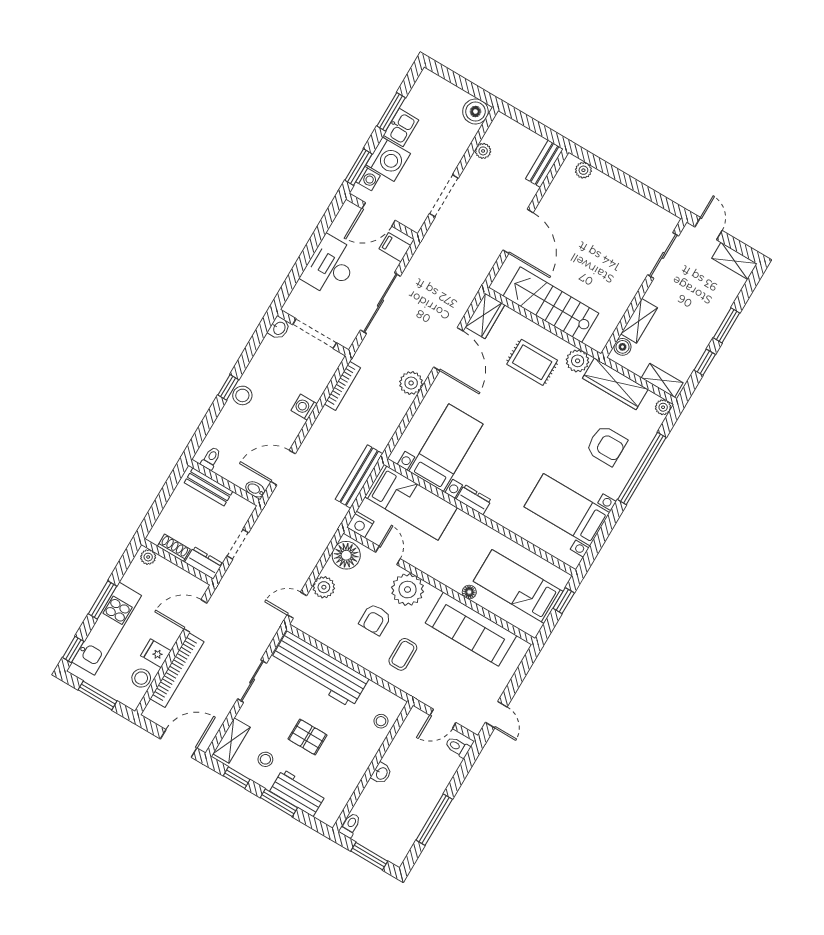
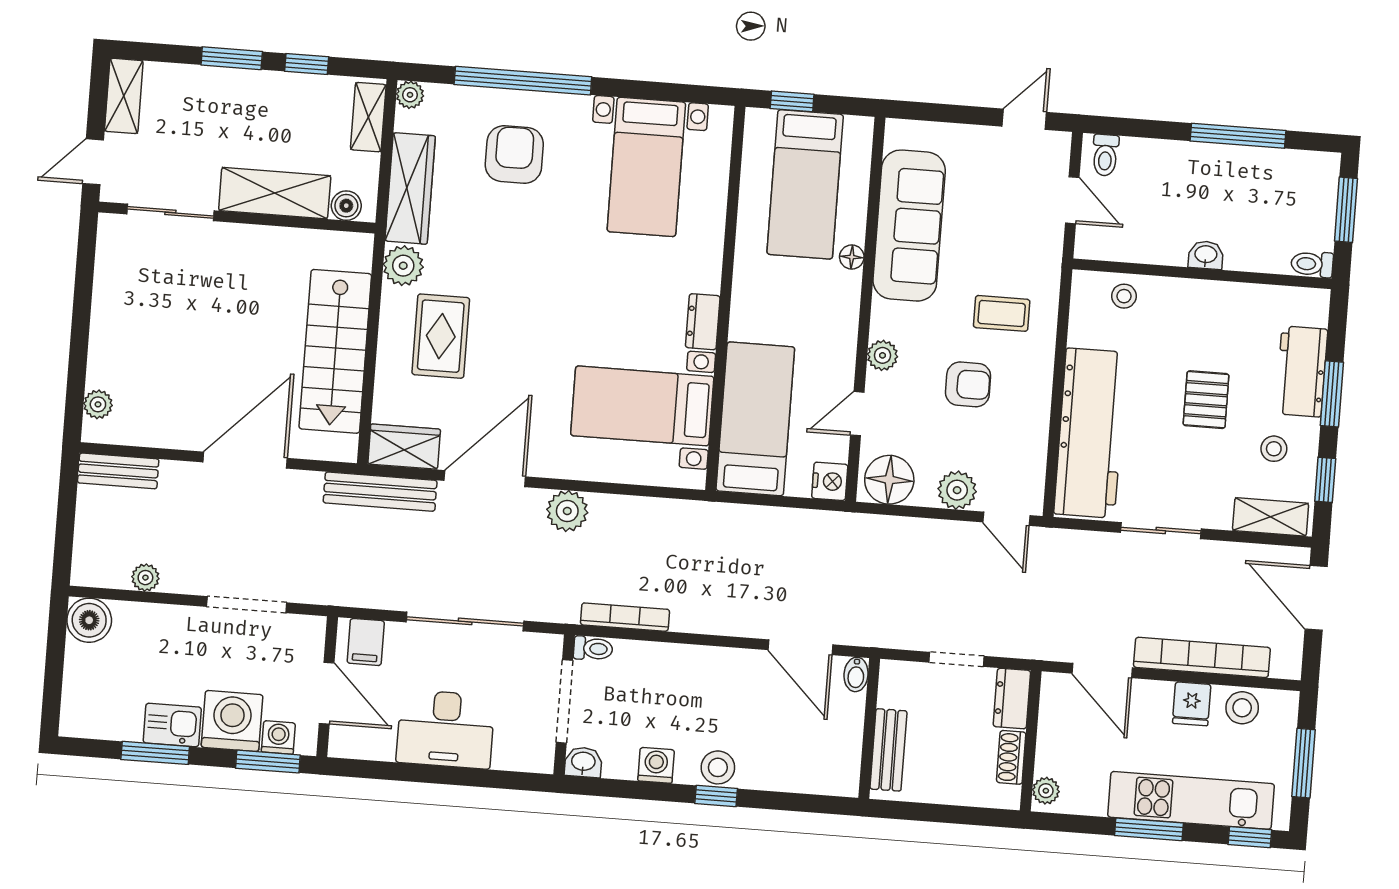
shelving: (639, 321) -> (275, 193), width x1.50, depth x1.33
washing machine: (304, 407) -> (656, 765), moved, turned 180
toilet: (211, 458) -> (593, 649), moved, turned 180
bench: (359, 477) -> (380, 492), moved
plant: (408, 590) -> (882, 355), width x0.53, depth x0.53

